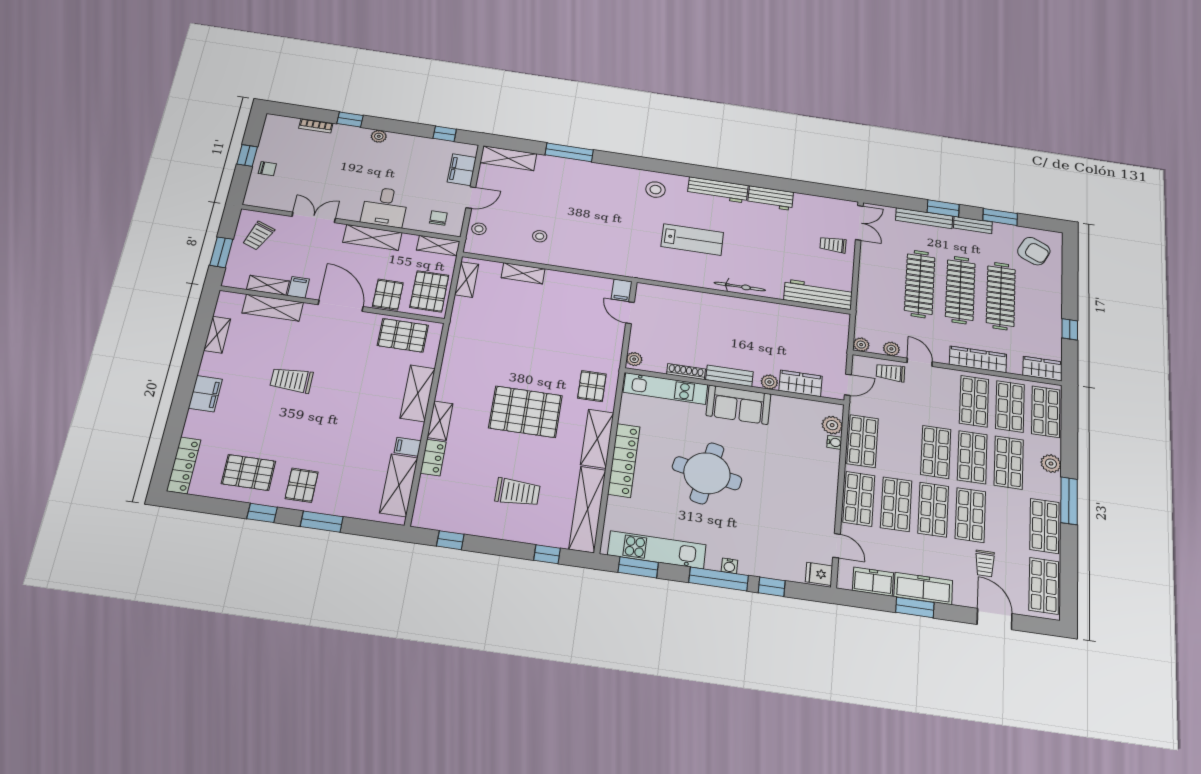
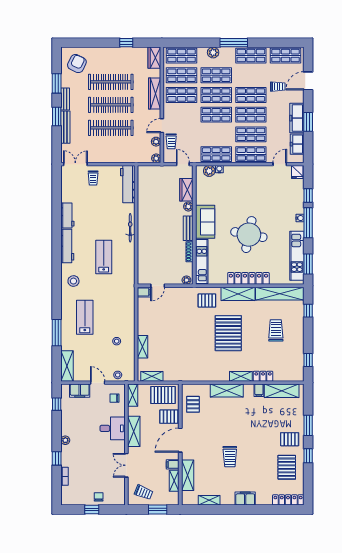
lab bench: (590, 196) -> (85, 317), added
pallet: (403, 335) -> (193, 404), width x0.67, depth x0.71

